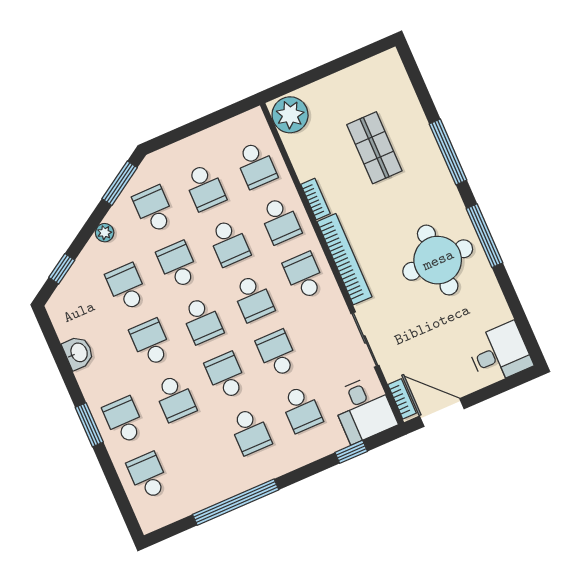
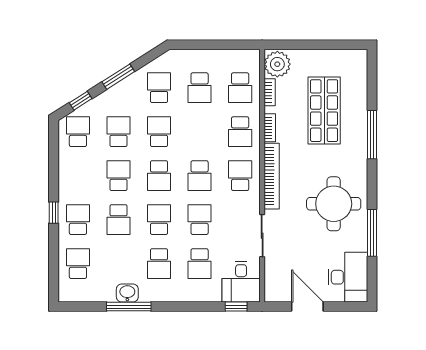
shop shelf: (374, 148) -> (324, 111), width x1.43, depth x1.36
window: (120, 183) -> (118, 77), moved
plant: (105, 233) -> (120, 89), removed
window: (485, 236) -> (372, 233), moved
school desk: (229, 243) -> (78, 132), moved, turned 180
washbasin: (78, 353) -> (127, 293), moved, turned -90
desk: (500, 353) -> (348, 277), width x1.37
bookcase: (402, 399) -> (270, 92), moved
door: (442, 412) -> (307, 307), moved
window: (89, 425) -> (54, 213), width x0.67
window: (351, 452) -> (236, 307), moved
window: (236, 502) -> (129, 307), width x0.68

